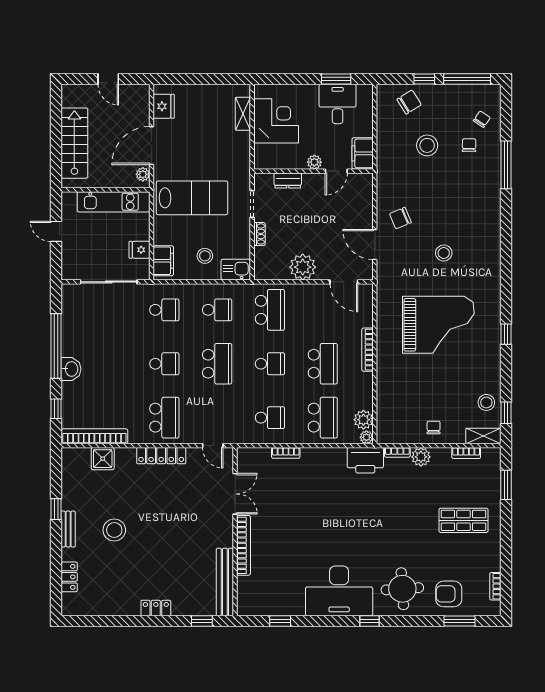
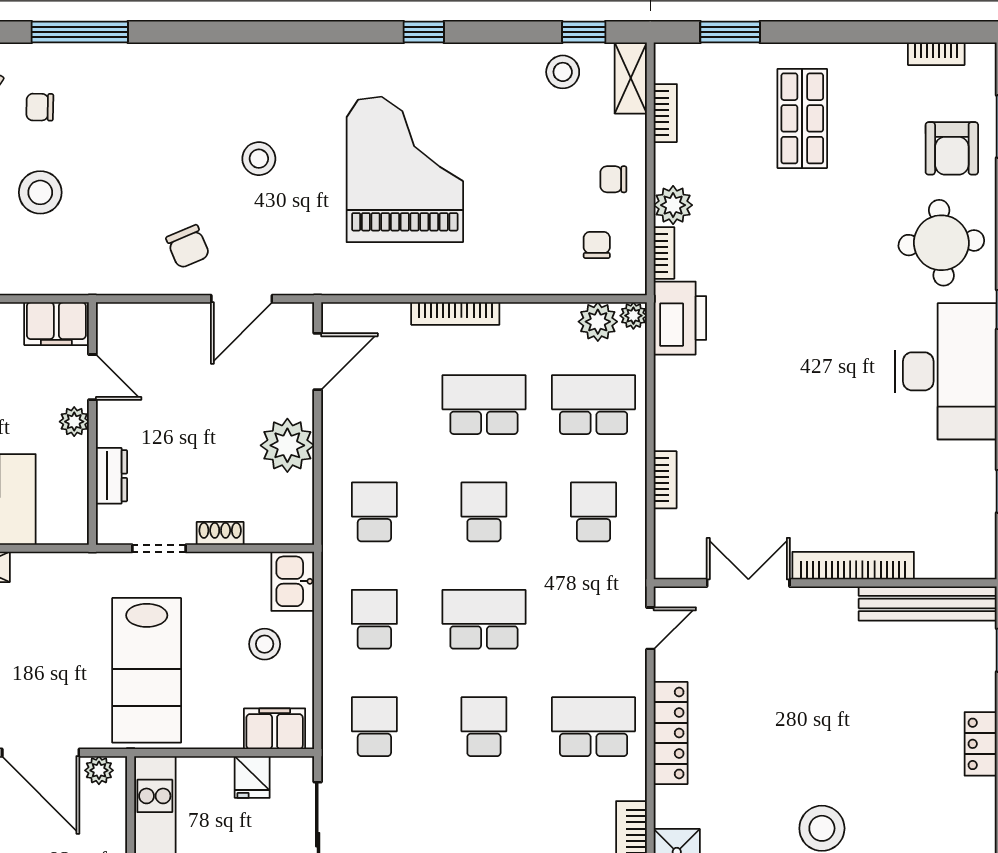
lab bench: (192, 198) -> (147, 670), turned 180
school desk: (270, 310) -> (374, 512), width x0.54
chair: (401, 419) -> (597, 245), added

